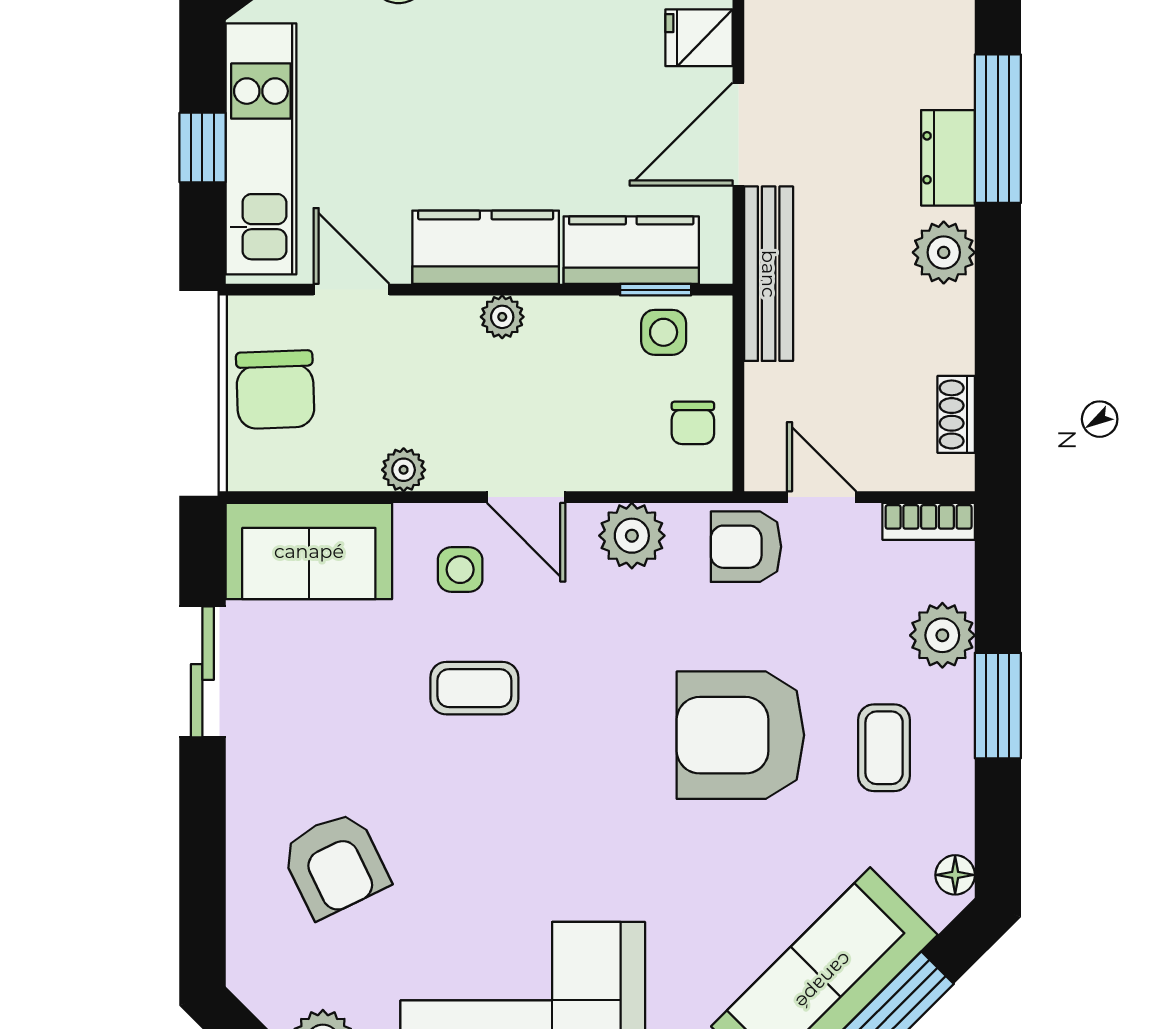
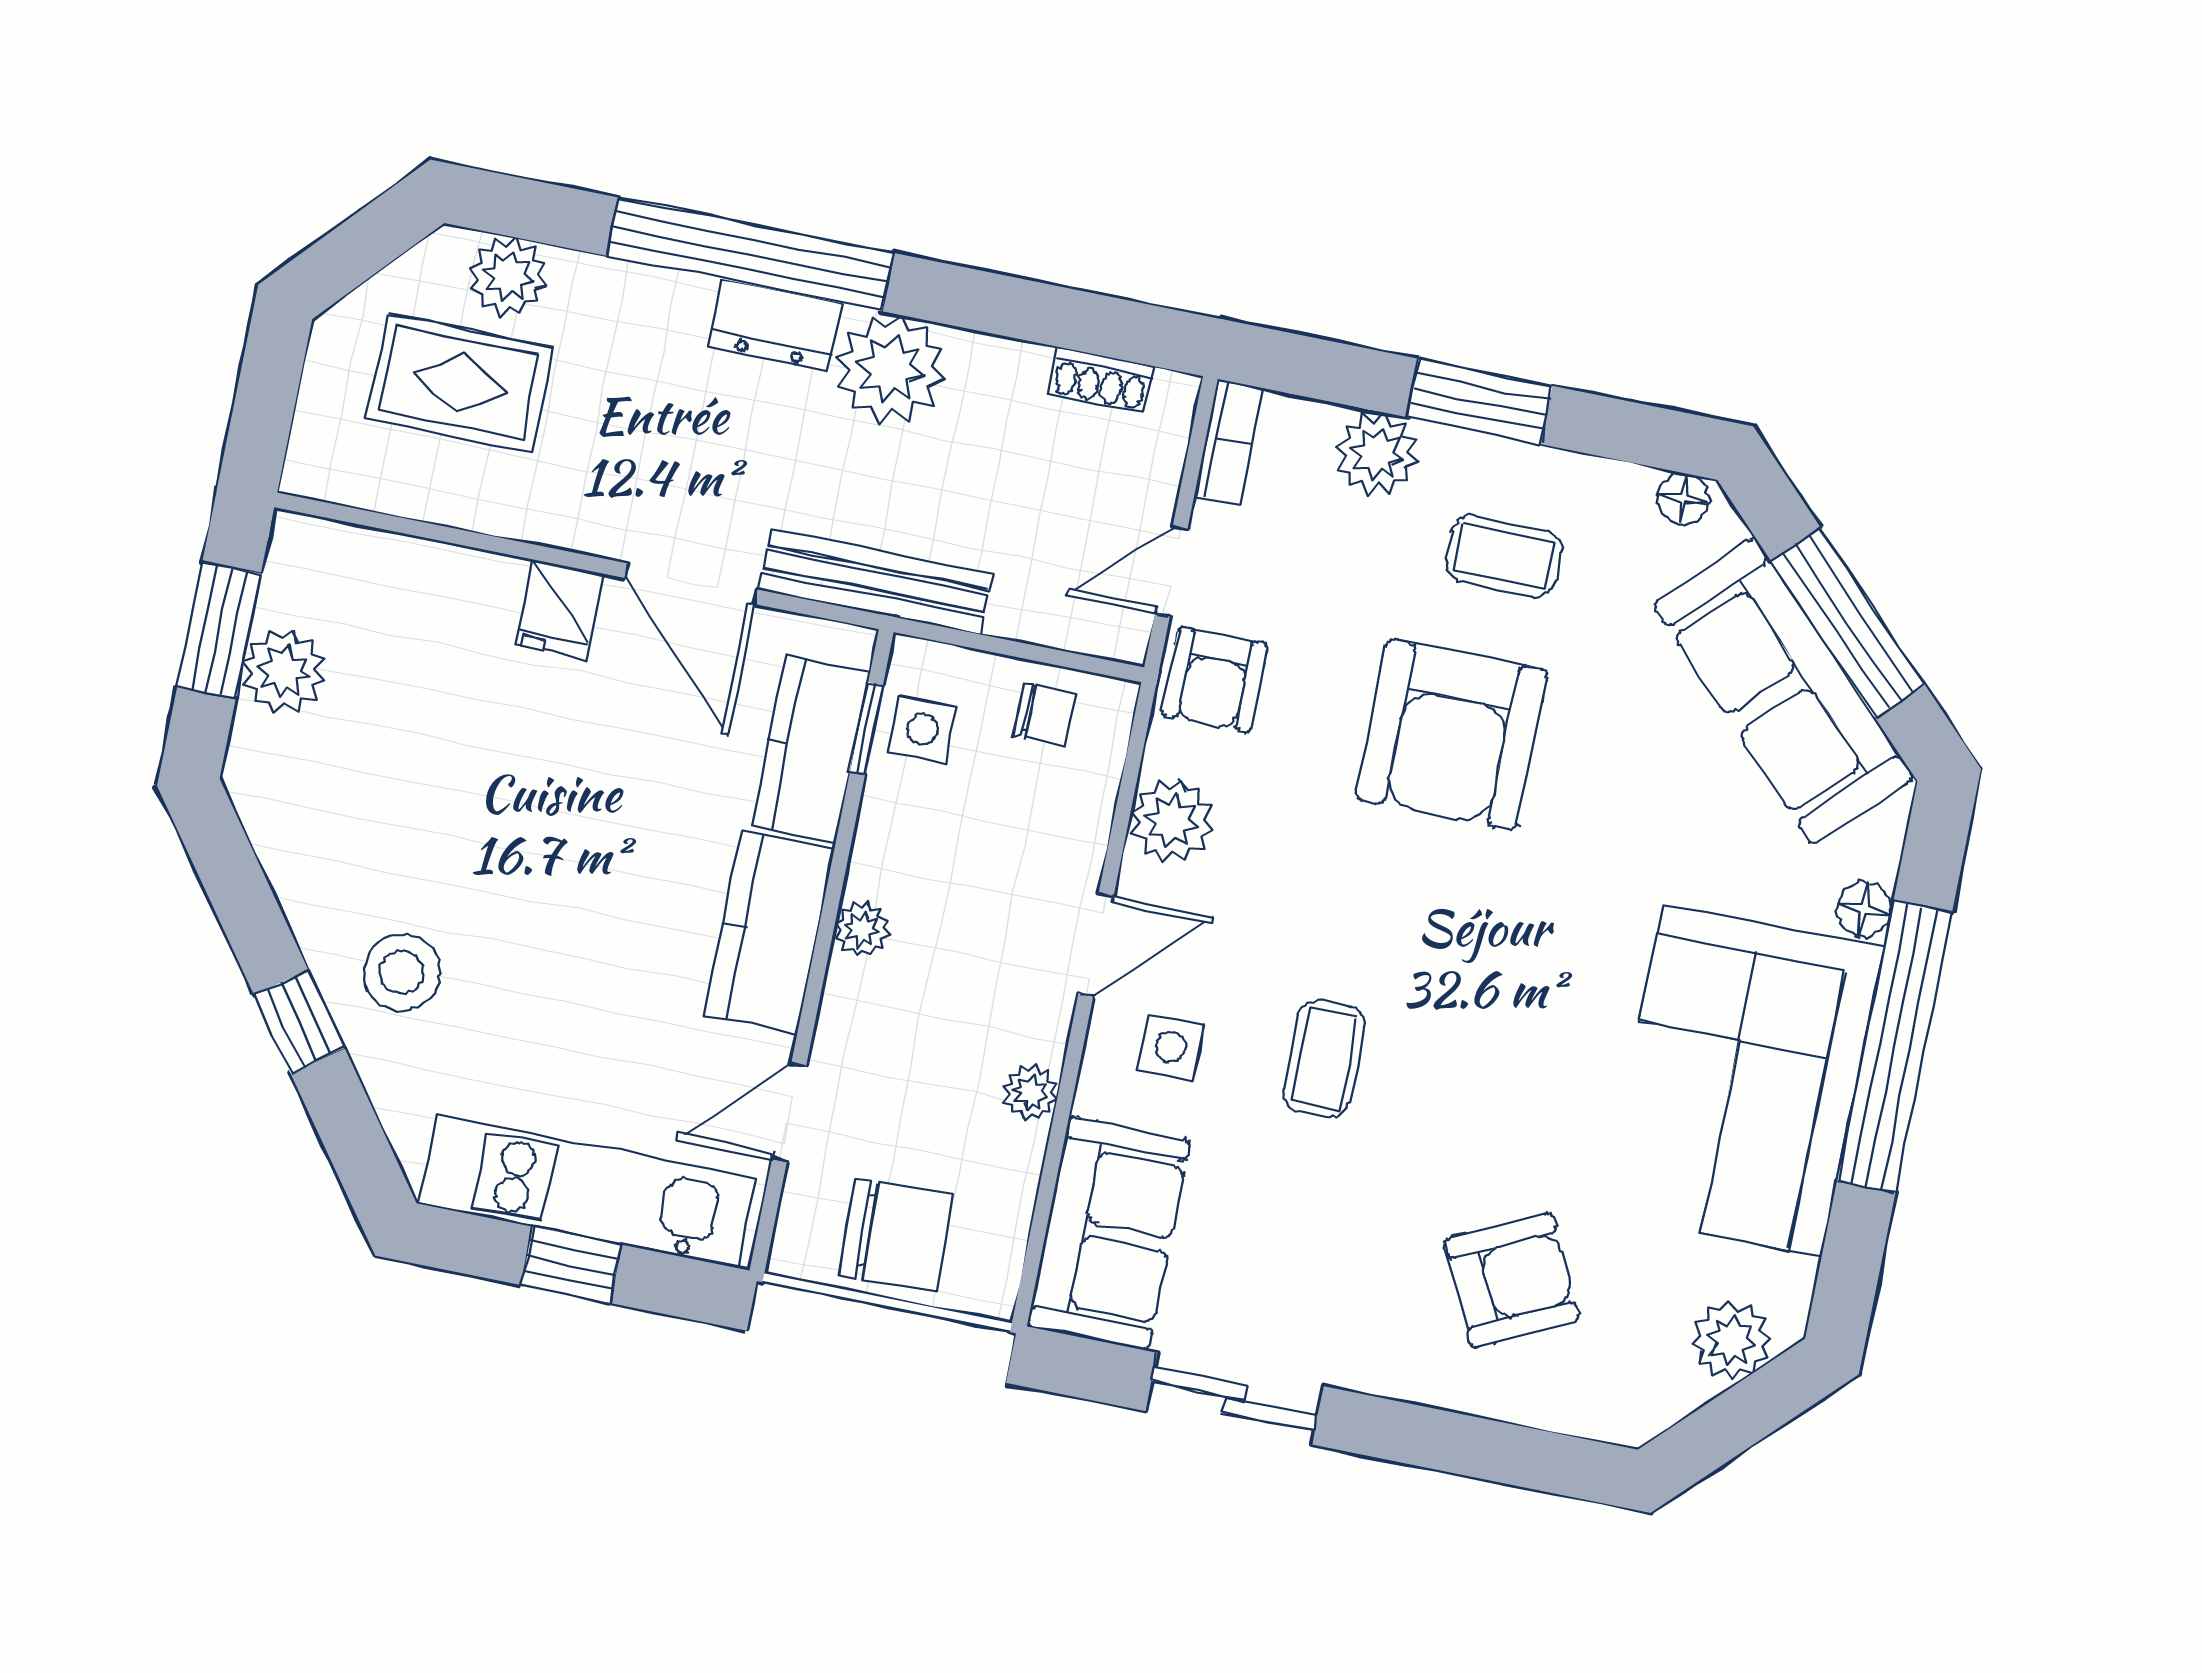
window: (998, 129) -> (750, 254), width x1.46
plant: (944, 252) -> (890, 369), width x1.36, depth x1.36

